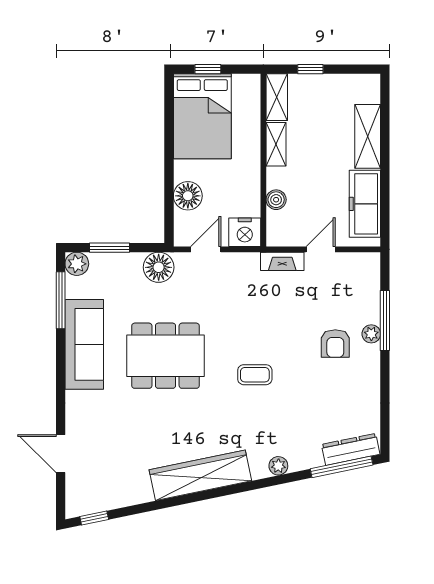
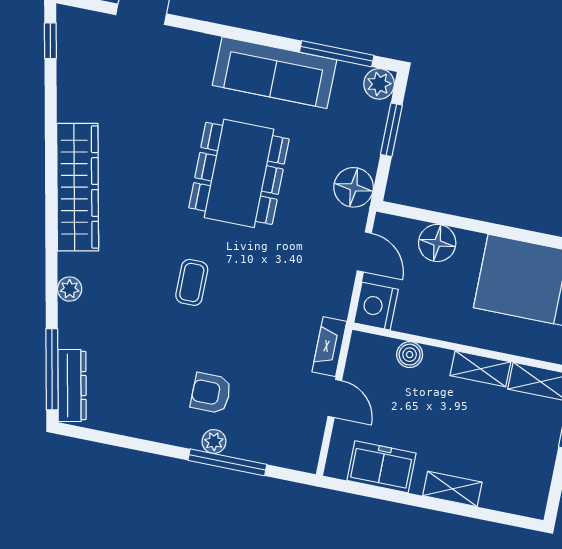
shelving: (368, 136) -> (452, 489), width x0.67, depth x0.75
freezer: (365, 204) -> (381, 467), width x0.71

